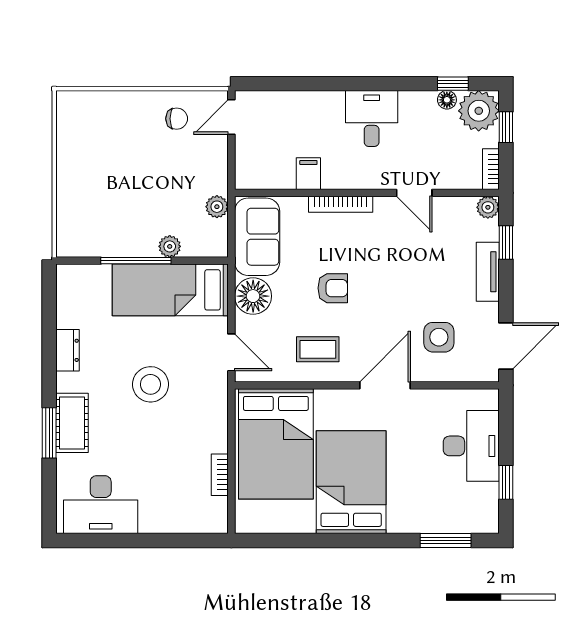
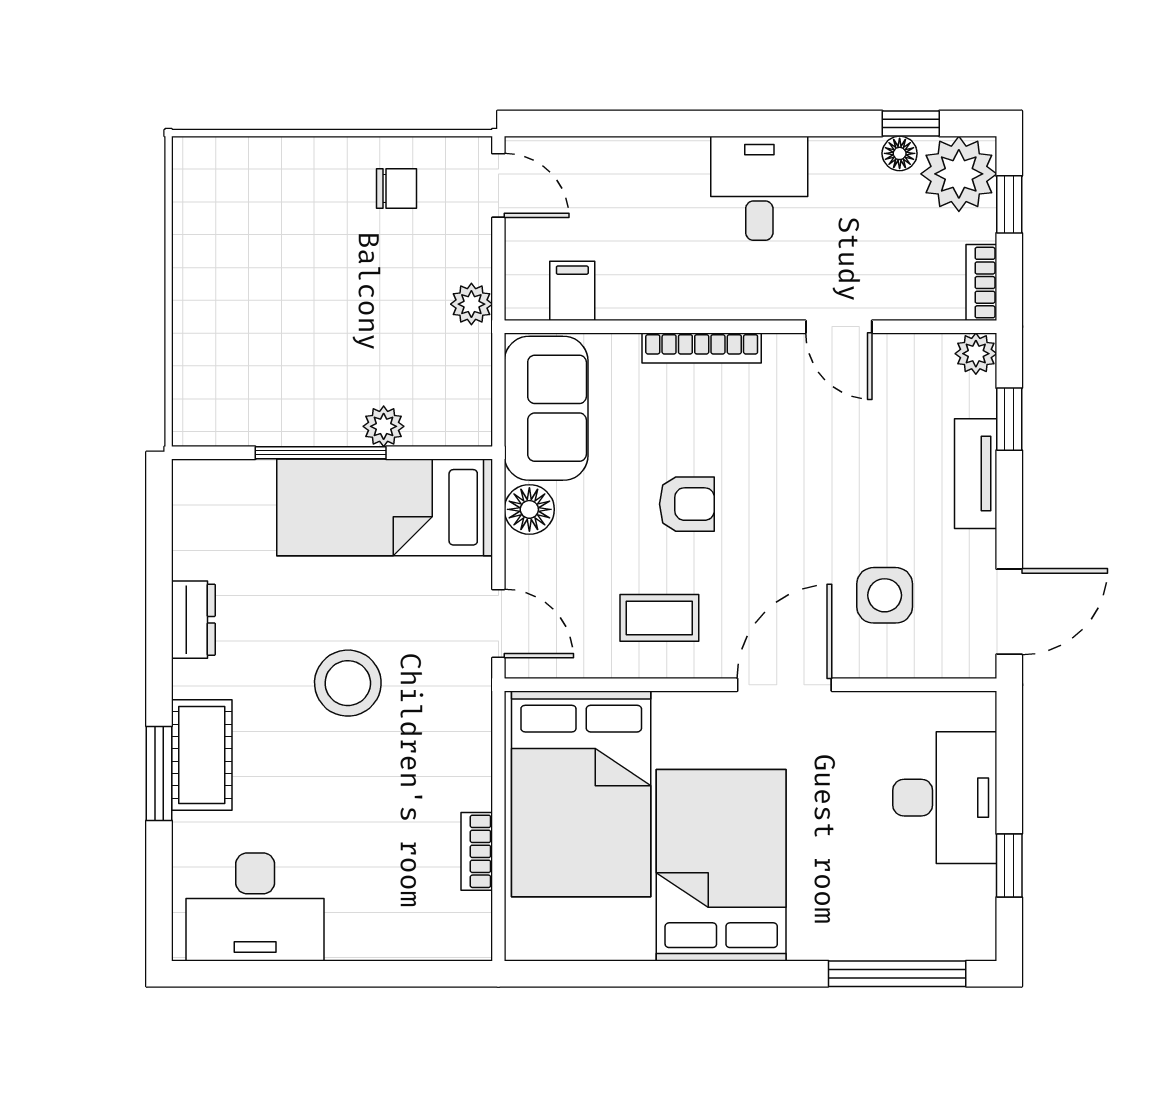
door: (231, 117) -> (498, 185), swing flipped
filing cabinet: (308, 174) -> (572, 291), moved
plant: (217, 207) -> (471, 304), moved
floor lamp: (253, 296) -> (529, 509), width x0.73, depth x0.73
window: (446, 540) -> (897, 974), width x1.44

